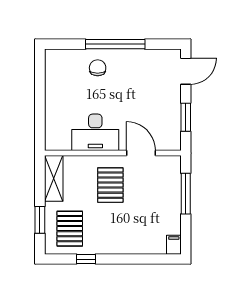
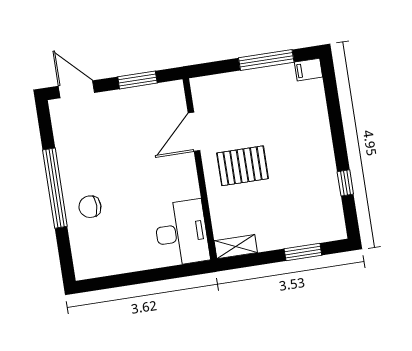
desk: (95, 132) -> (181, 233), moved
shelving: (54, 178) -> (236, 247), width x0.67, depth x0.75
window: (186, 194) -> (266, 60), moved
pallet: (70, 229) -> (308, 211), removed

